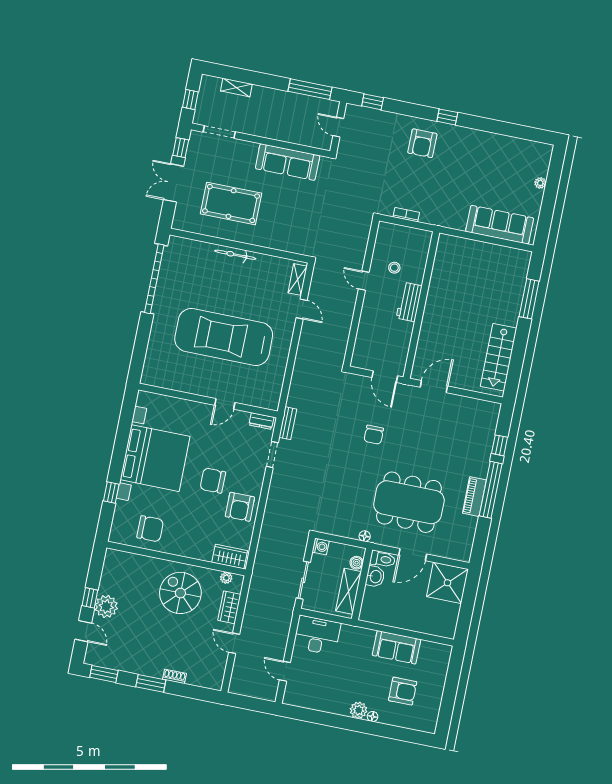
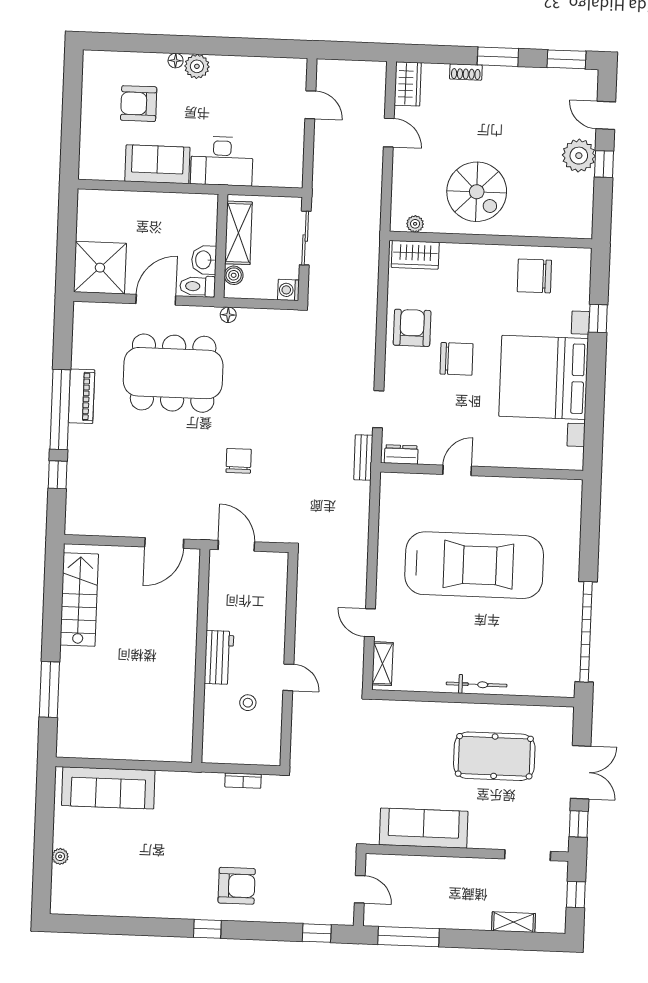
armchair: (422, 143) -> (237, 886), turned 90
wardrobe: (229, 607) -> (408, 84), moved
desk: (317, 635) -> (222, 161), moved

